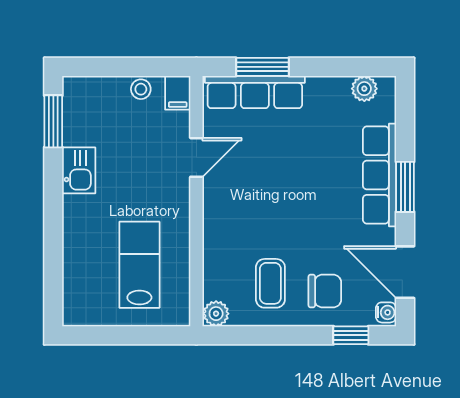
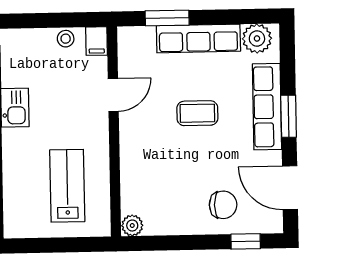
plant: (364, 89) -> (257, 38), width x1.38, depth x1.38
row of seats: (255, 92) -> (198, 38), moved
coffee table: (270, 283) -> (197, 113), moved, turned 90
water cooler: (386, 312) -> (275, 222), removed

